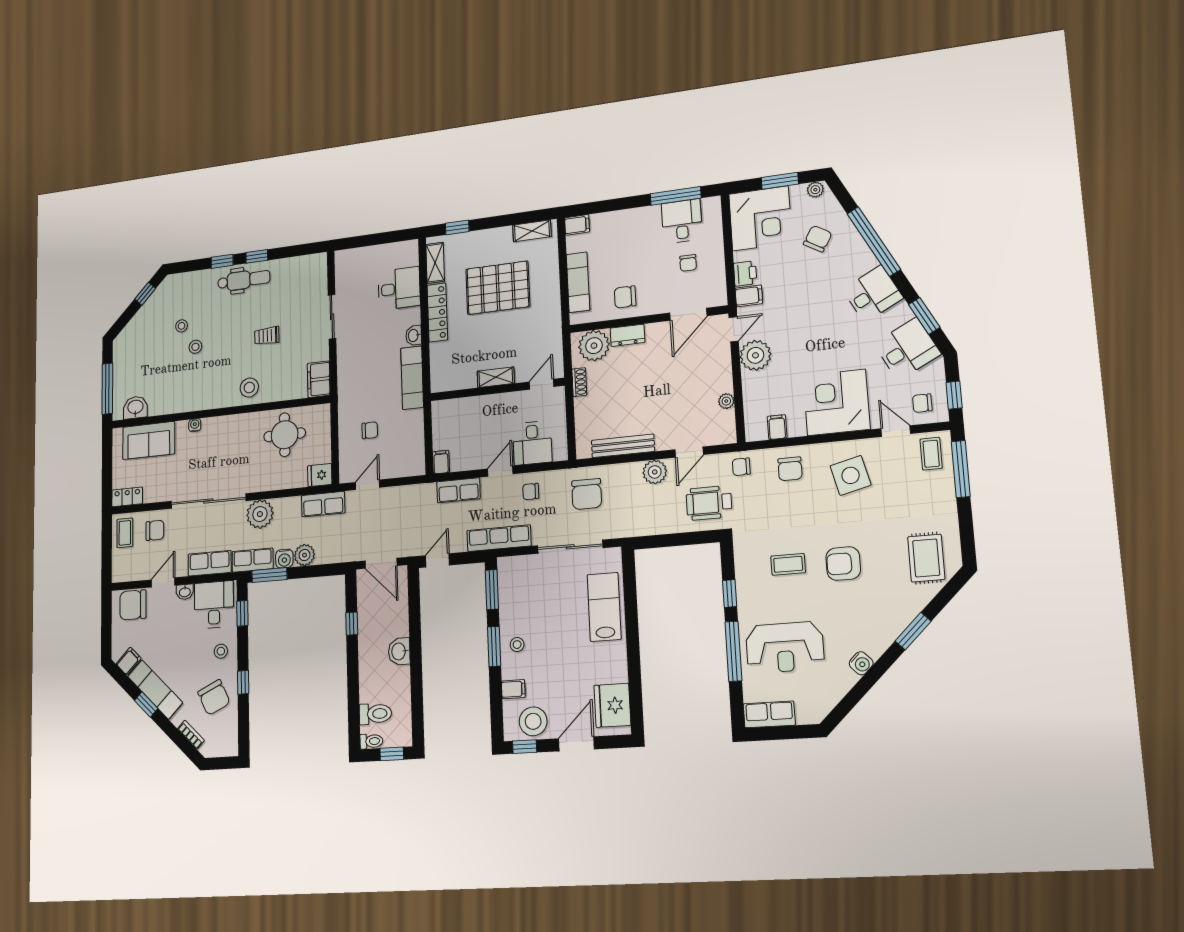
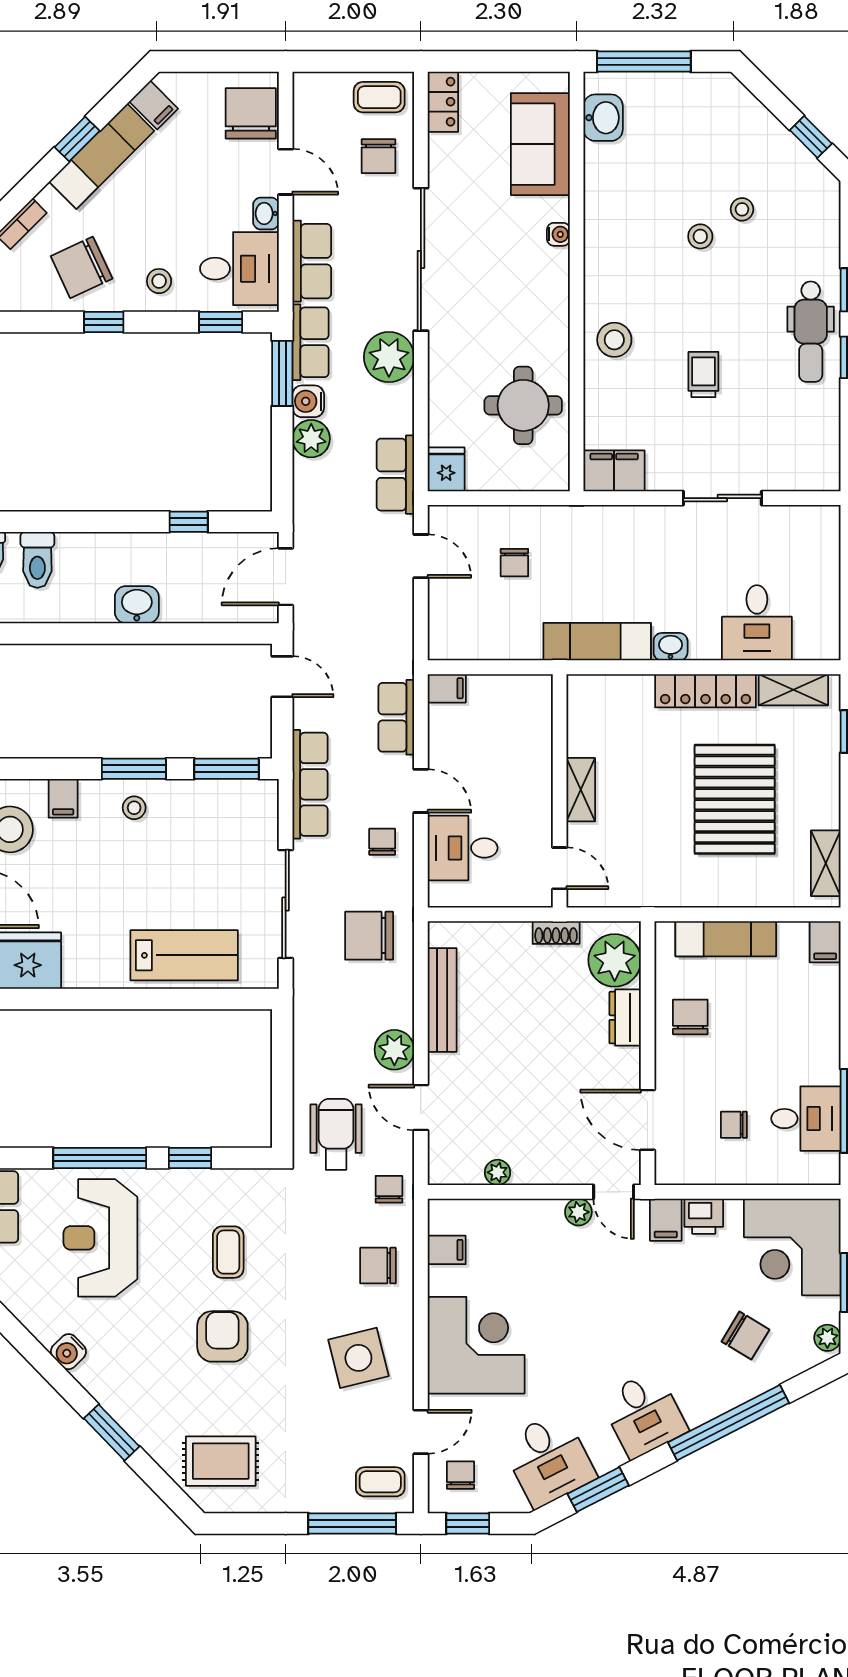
plant: (755, 355) -> (578, 1212), width x0.53, depth x0.53

